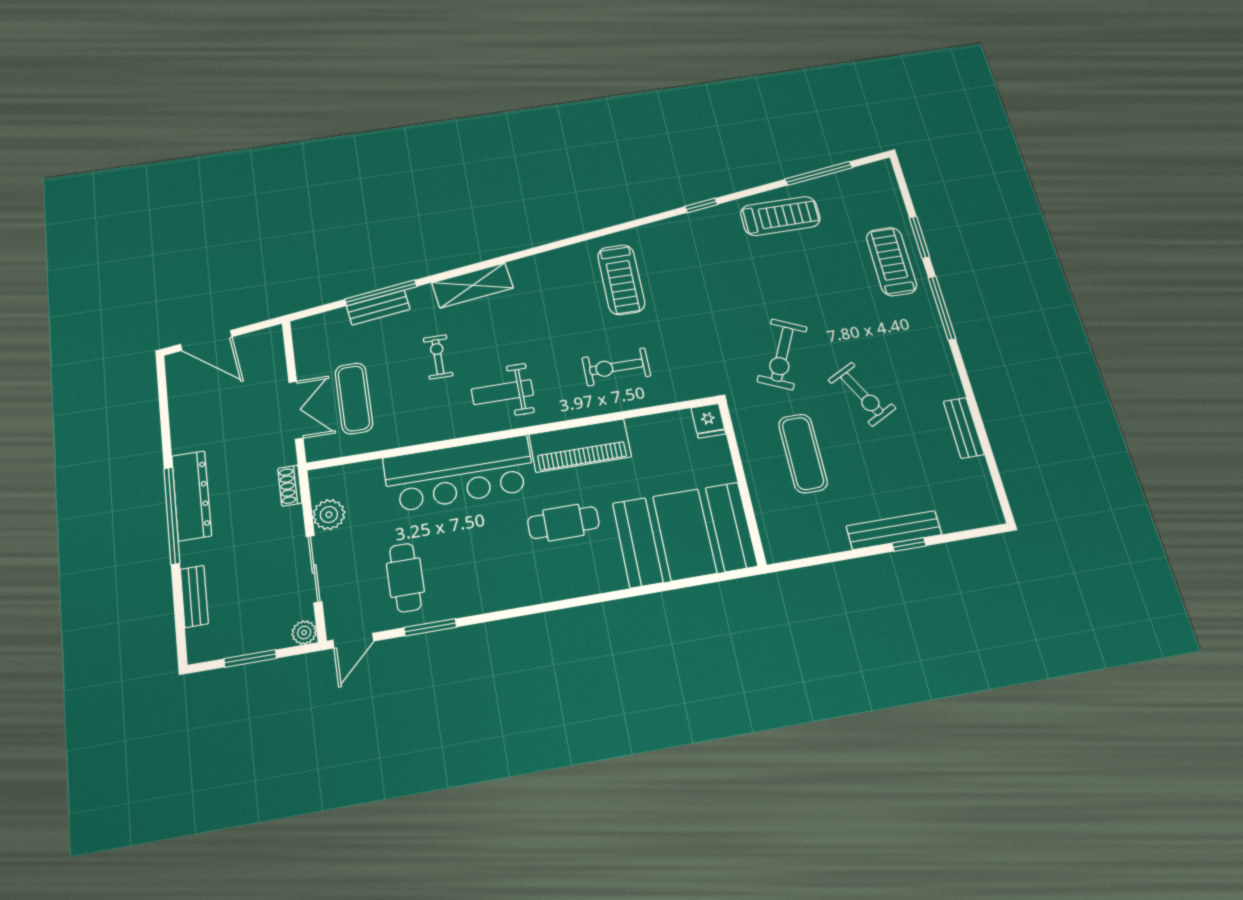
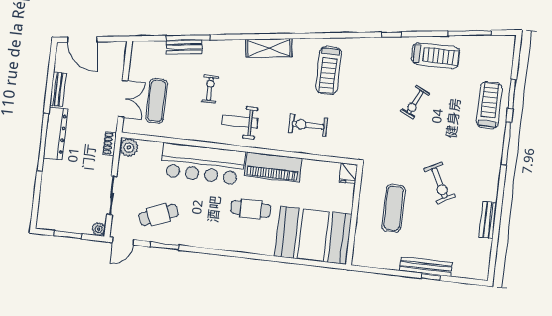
shelving: (473, 285) -> (269, 48), moved
exercise bike: (782, 354) -> (415, 102), moved, width x0.73, depth x0.72
plant: (329, 515) -> (129, 148), moved
cafe table: (405, 578) -> (158, 215), turned 68
bench: (194, 596) -> (58, 89), moved

